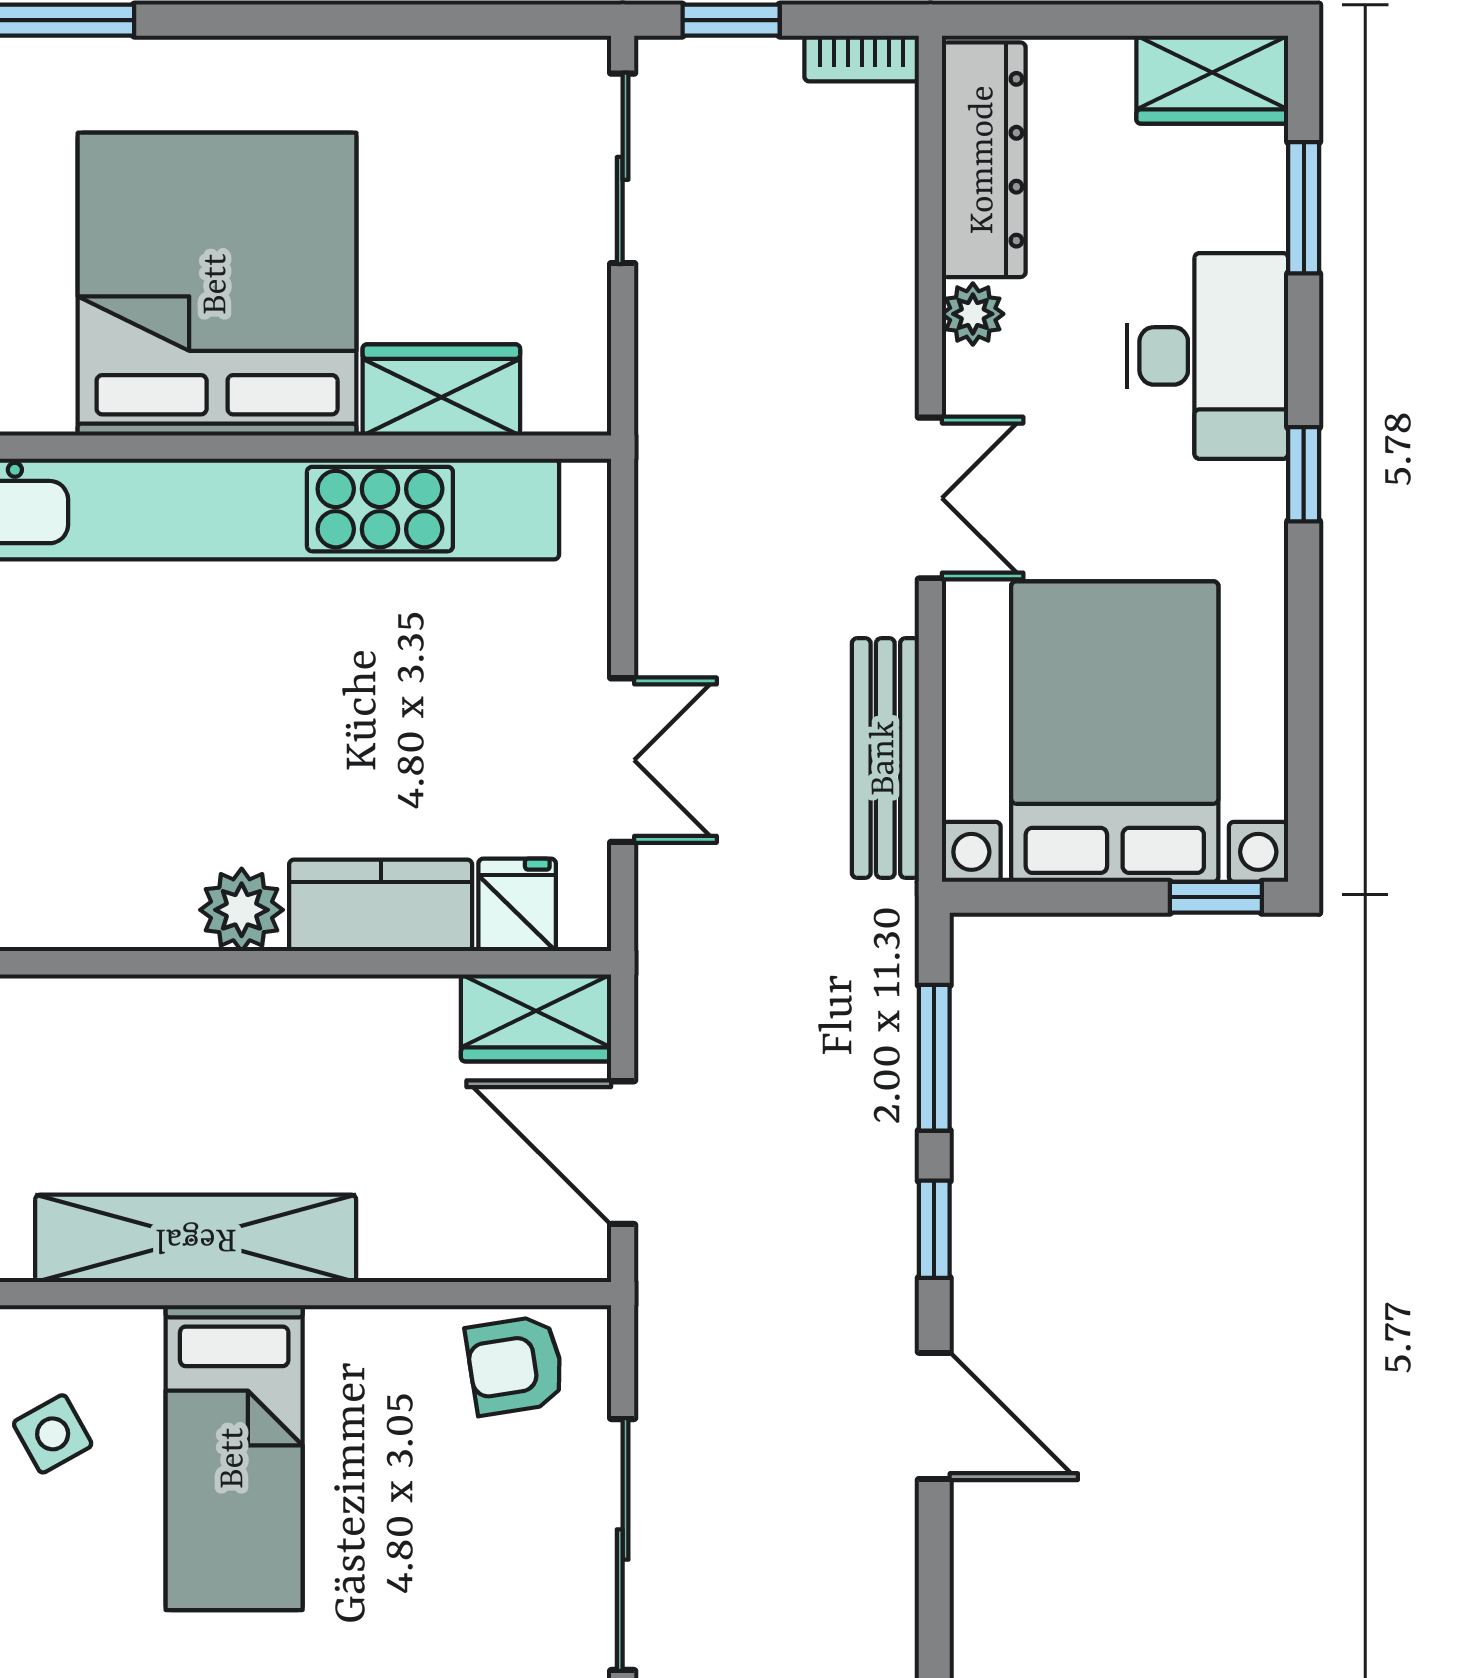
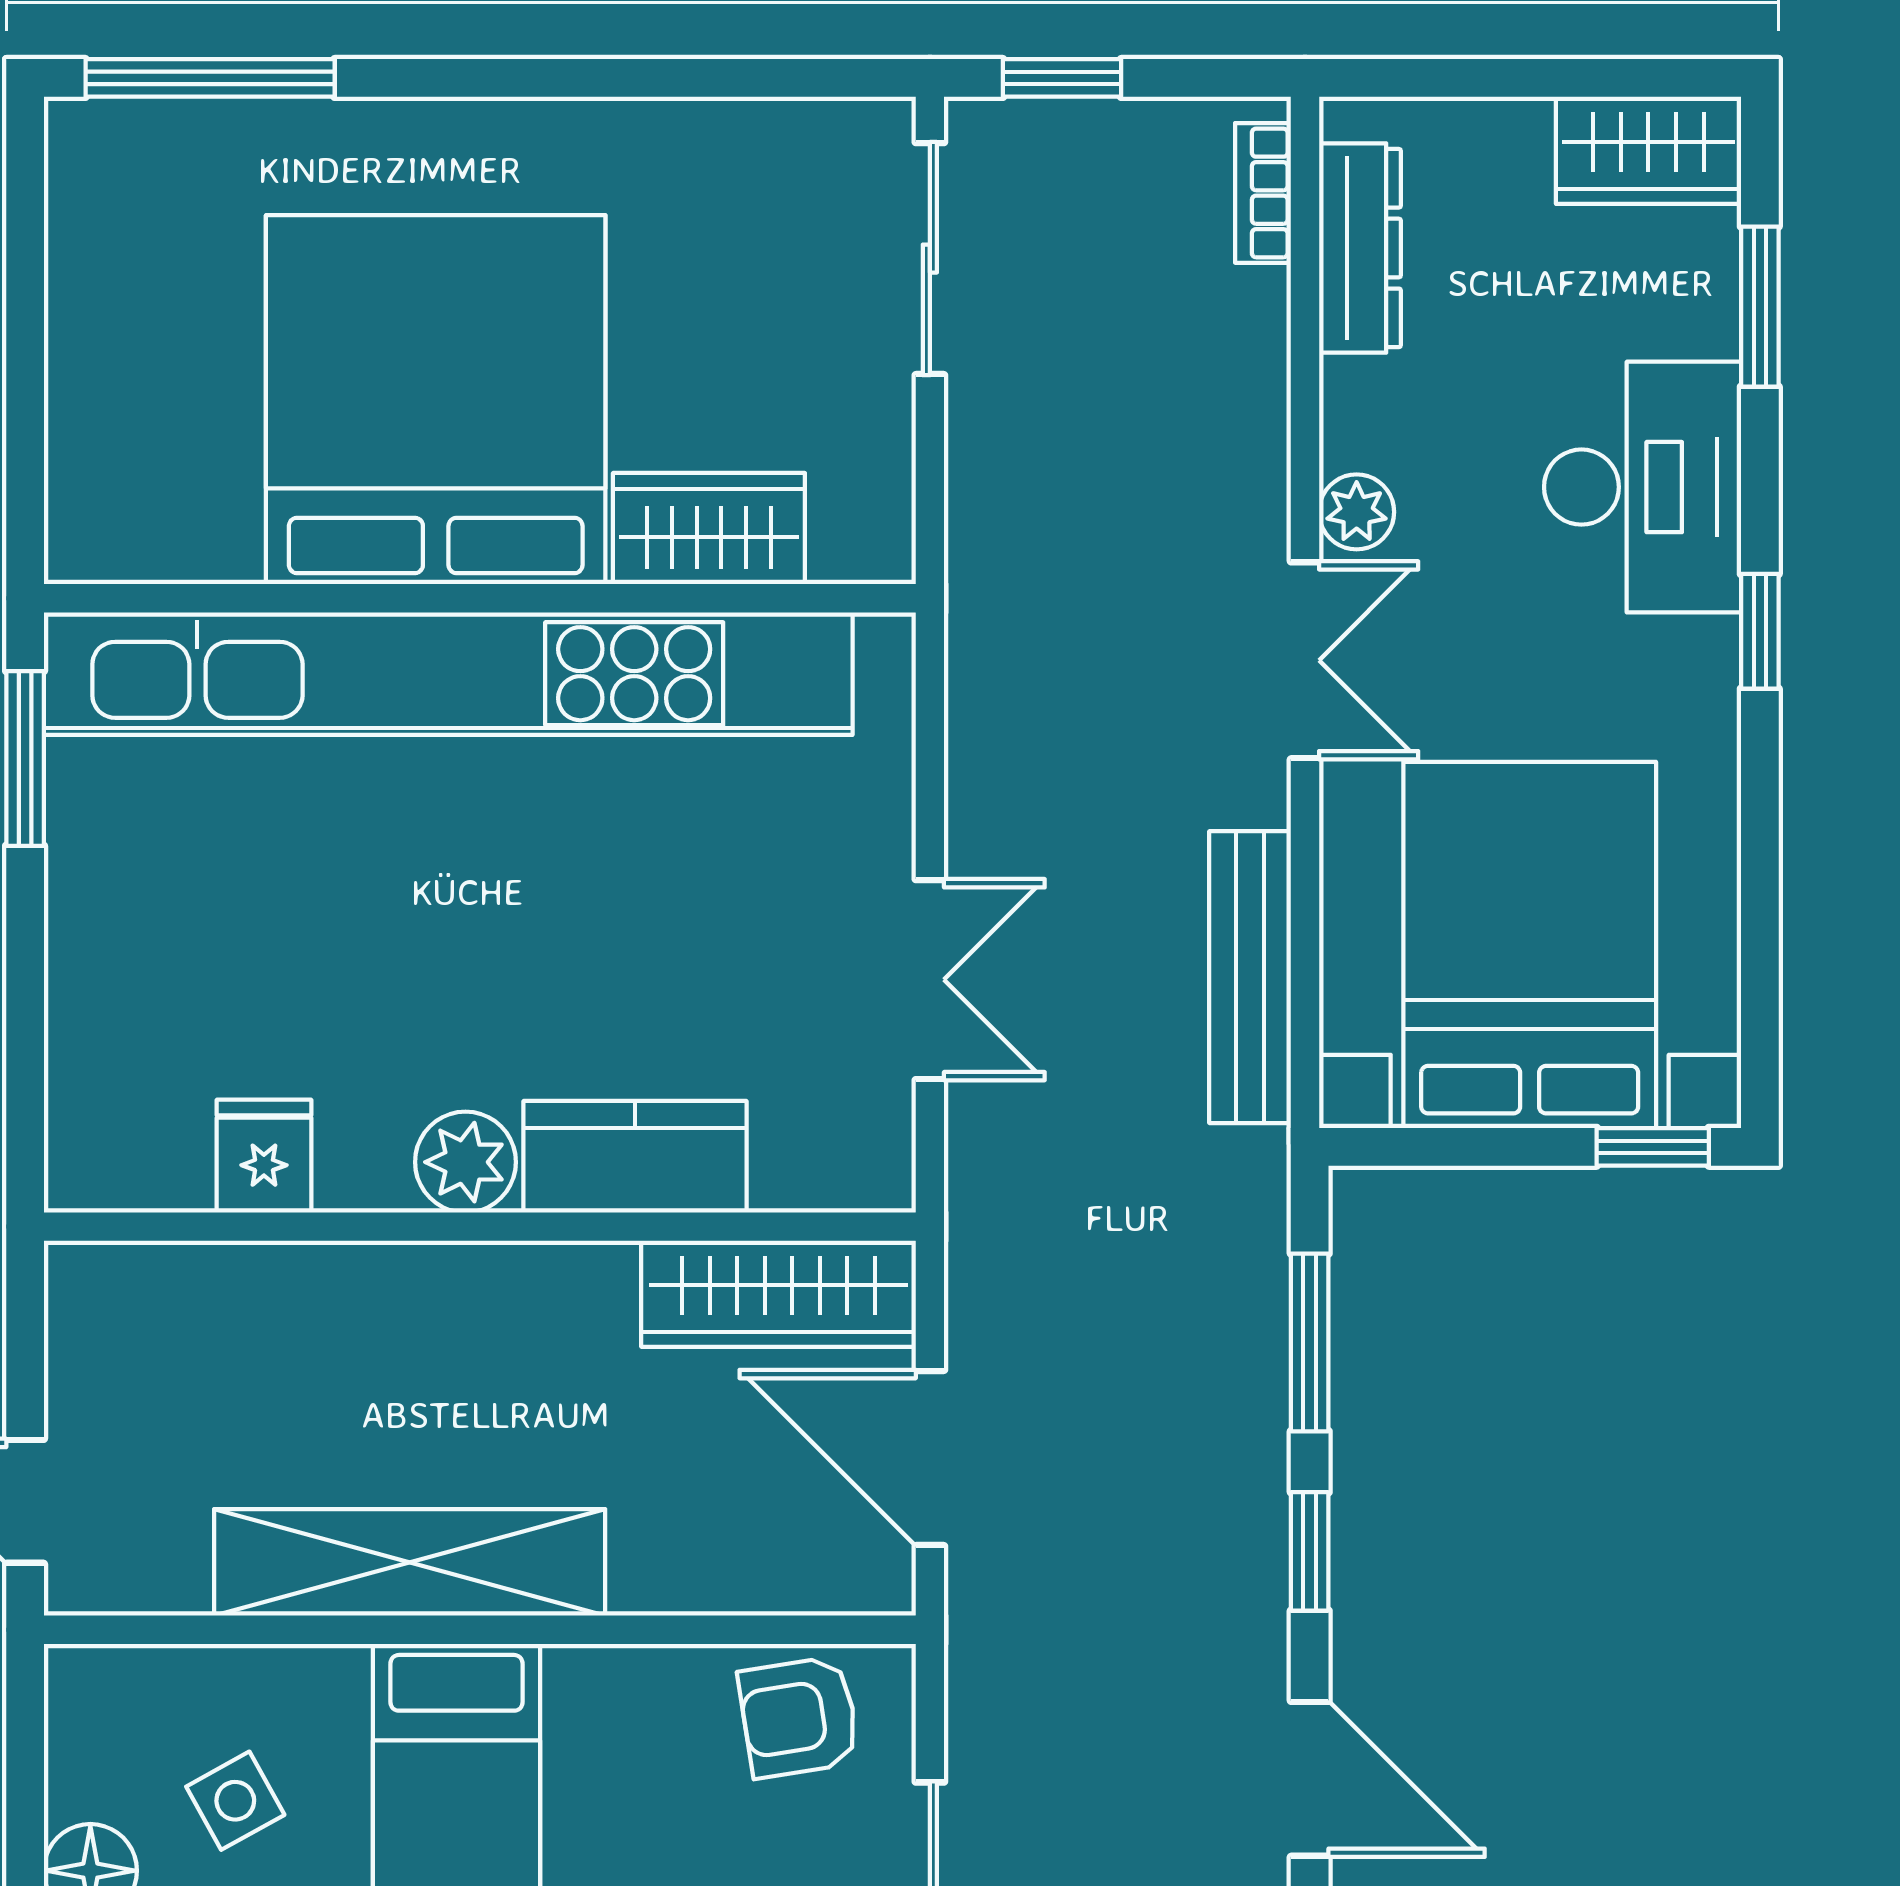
bookcase: (862, 58) -> (1263, 193), moved, turned 90
dresser: (984, 160) -> (1360, 248), width x0.73, depth x0.80
plant: (973, 314) -> (1357, 512), moved
fridge: (517, 905) -> (264, 1156), moved
wardrobe: (536, 1018) -> (779, 1294), width x1.50

